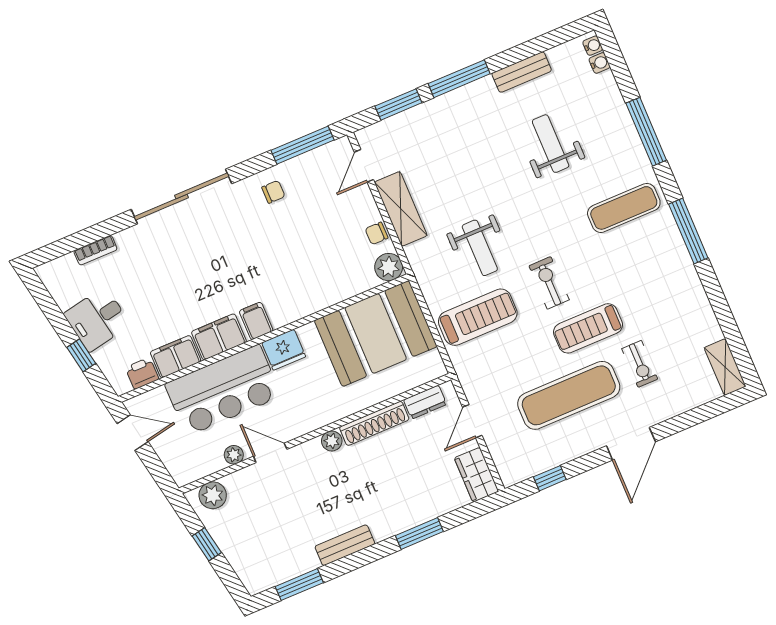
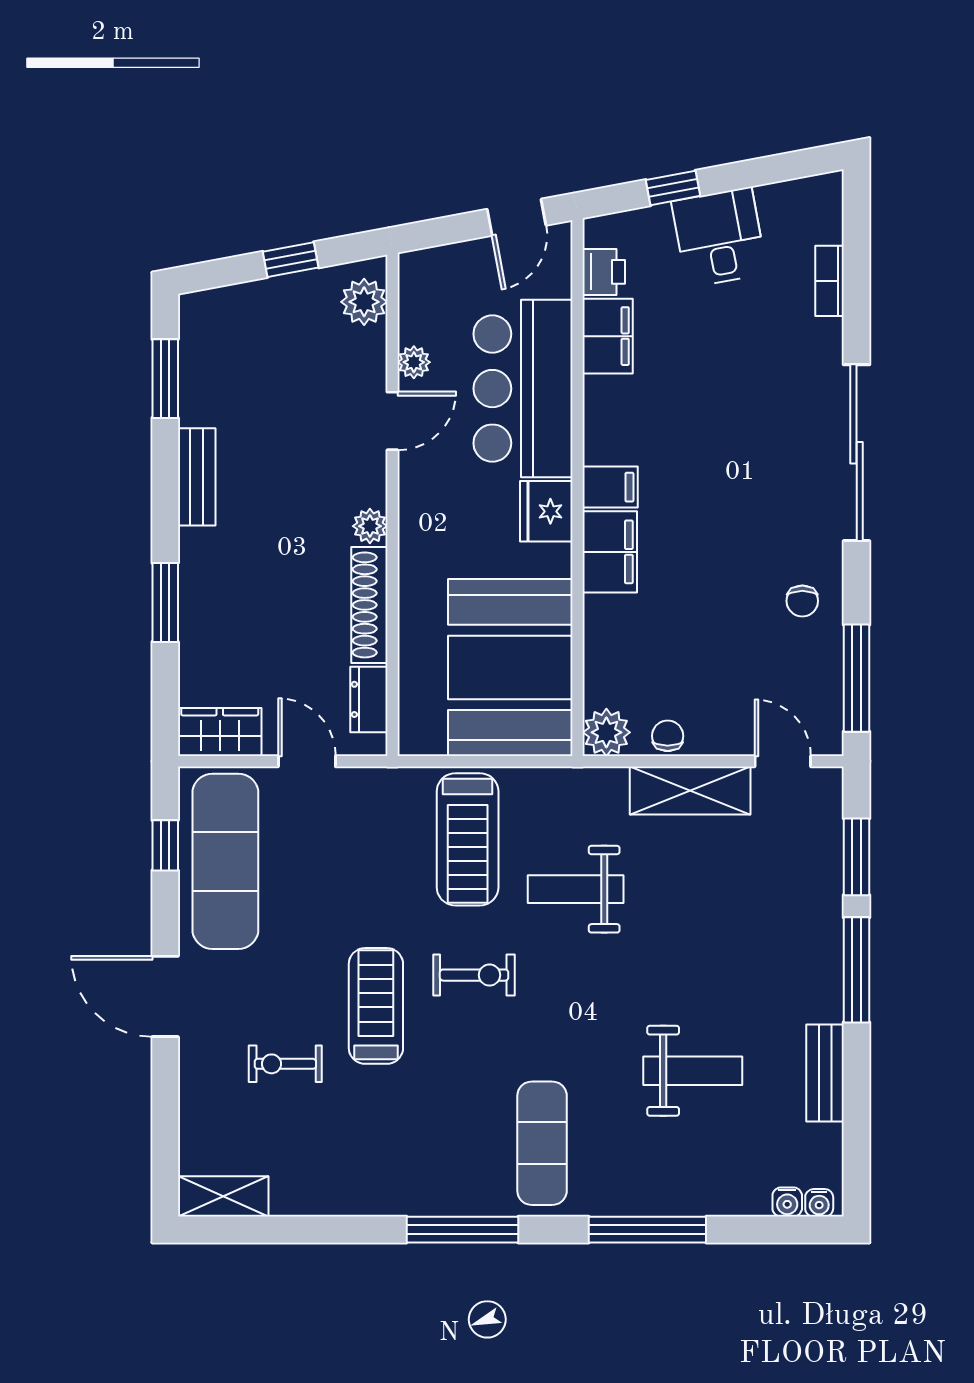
filing cabinet: (219, 337) -> (610, 552), moved
exercise mat: (569, 395) -> (225, 861), moved

